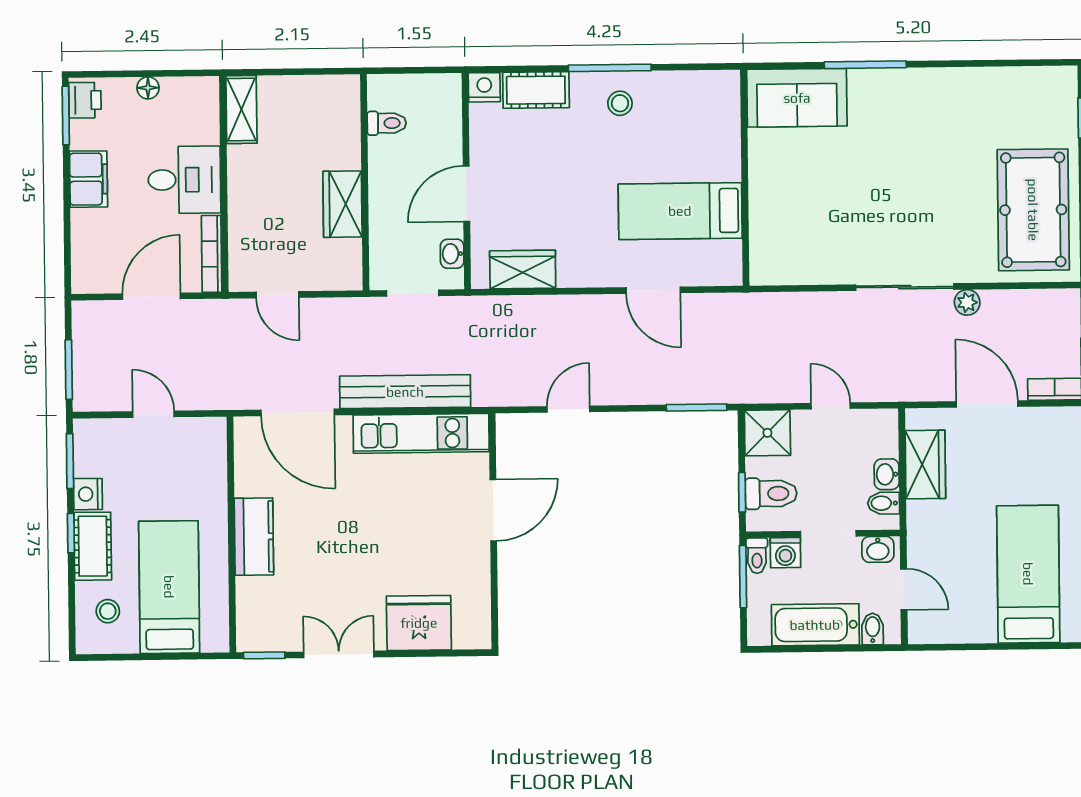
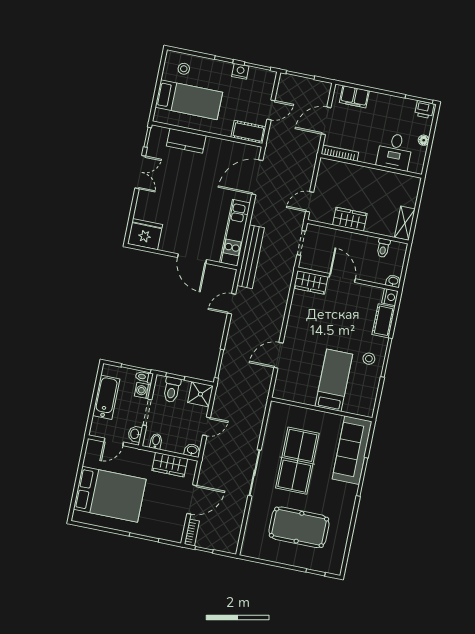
sofa: (797, 98) -> (352, 450), width x1.36
shelving: (241, 110) -> (405, 223), moved, turned 90
filing cabinet: (88, 179) -> (354, 97), moved
desk: (184, 180) -> (395, 152), moved
table tennis table: (861, 205) -> (297, 461), added
pool table: (1033, 210) -> (299, 527), moved
bed: (680, 211) -> (334, 380), moved
washbasin: (452, 254) -> (393, 281), moved
wardrobe: (523, 269) -> (311, 282), moved, turned 90
door: (278, 295) -> (310, 202), moved
door: (151, 296) -> (326, 121), swing flipped
plant: (967, 302) -> (241, 500), removed
bench: (405, 392) -> (251, 257), moved
door: (568, 409) -> (232, 304), swing flipped
washbasin: (887, 474) -> (192, 450), moved
kitchen counter: (254, 537) -> (186, 141), moved
cot: (93, 546) -> (248, 132), moved
bed: (1028, 574) -> (110, 494), width x1.50
fridge: (419, 623) -> (145, 234), moved, turned -90
bidet: (873, 629) -> (98, 423), removed

